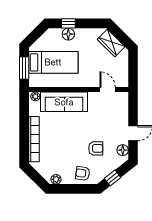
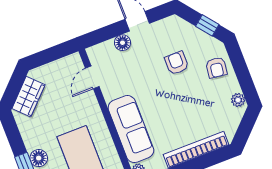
floor lamp: (123, 150) -> (122, 43), moved

